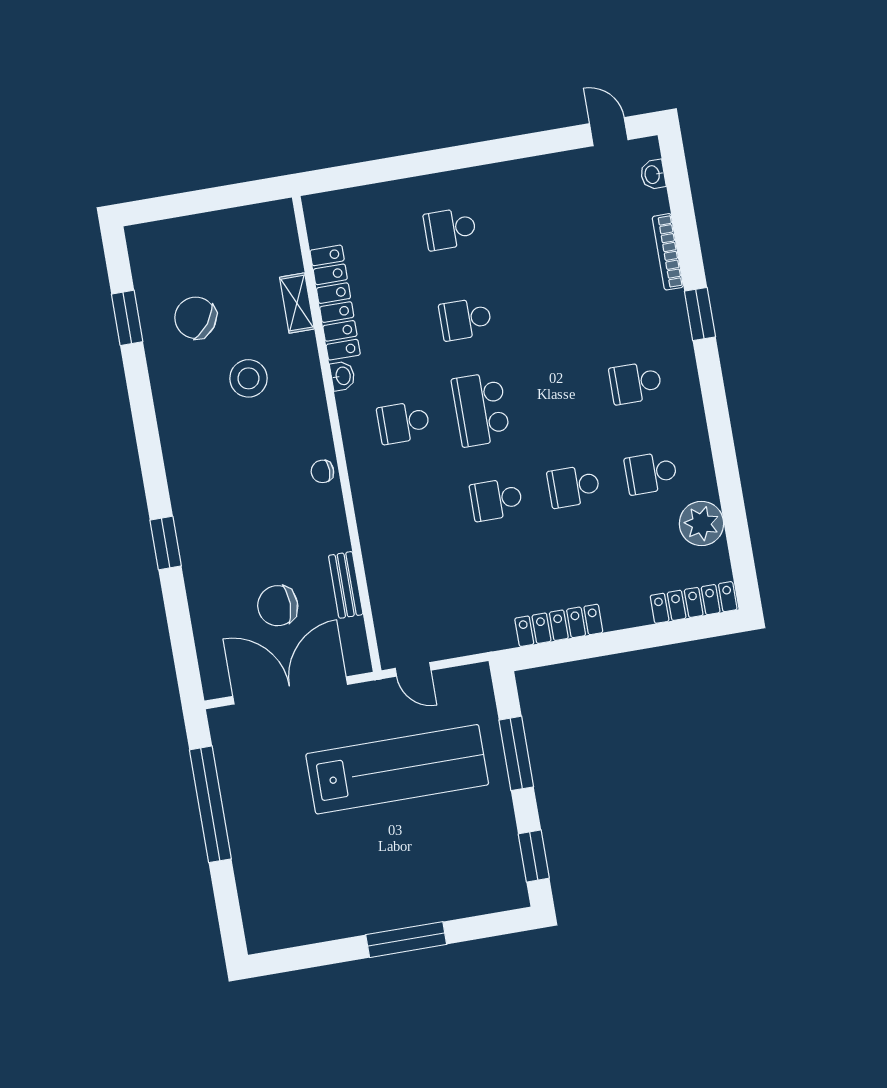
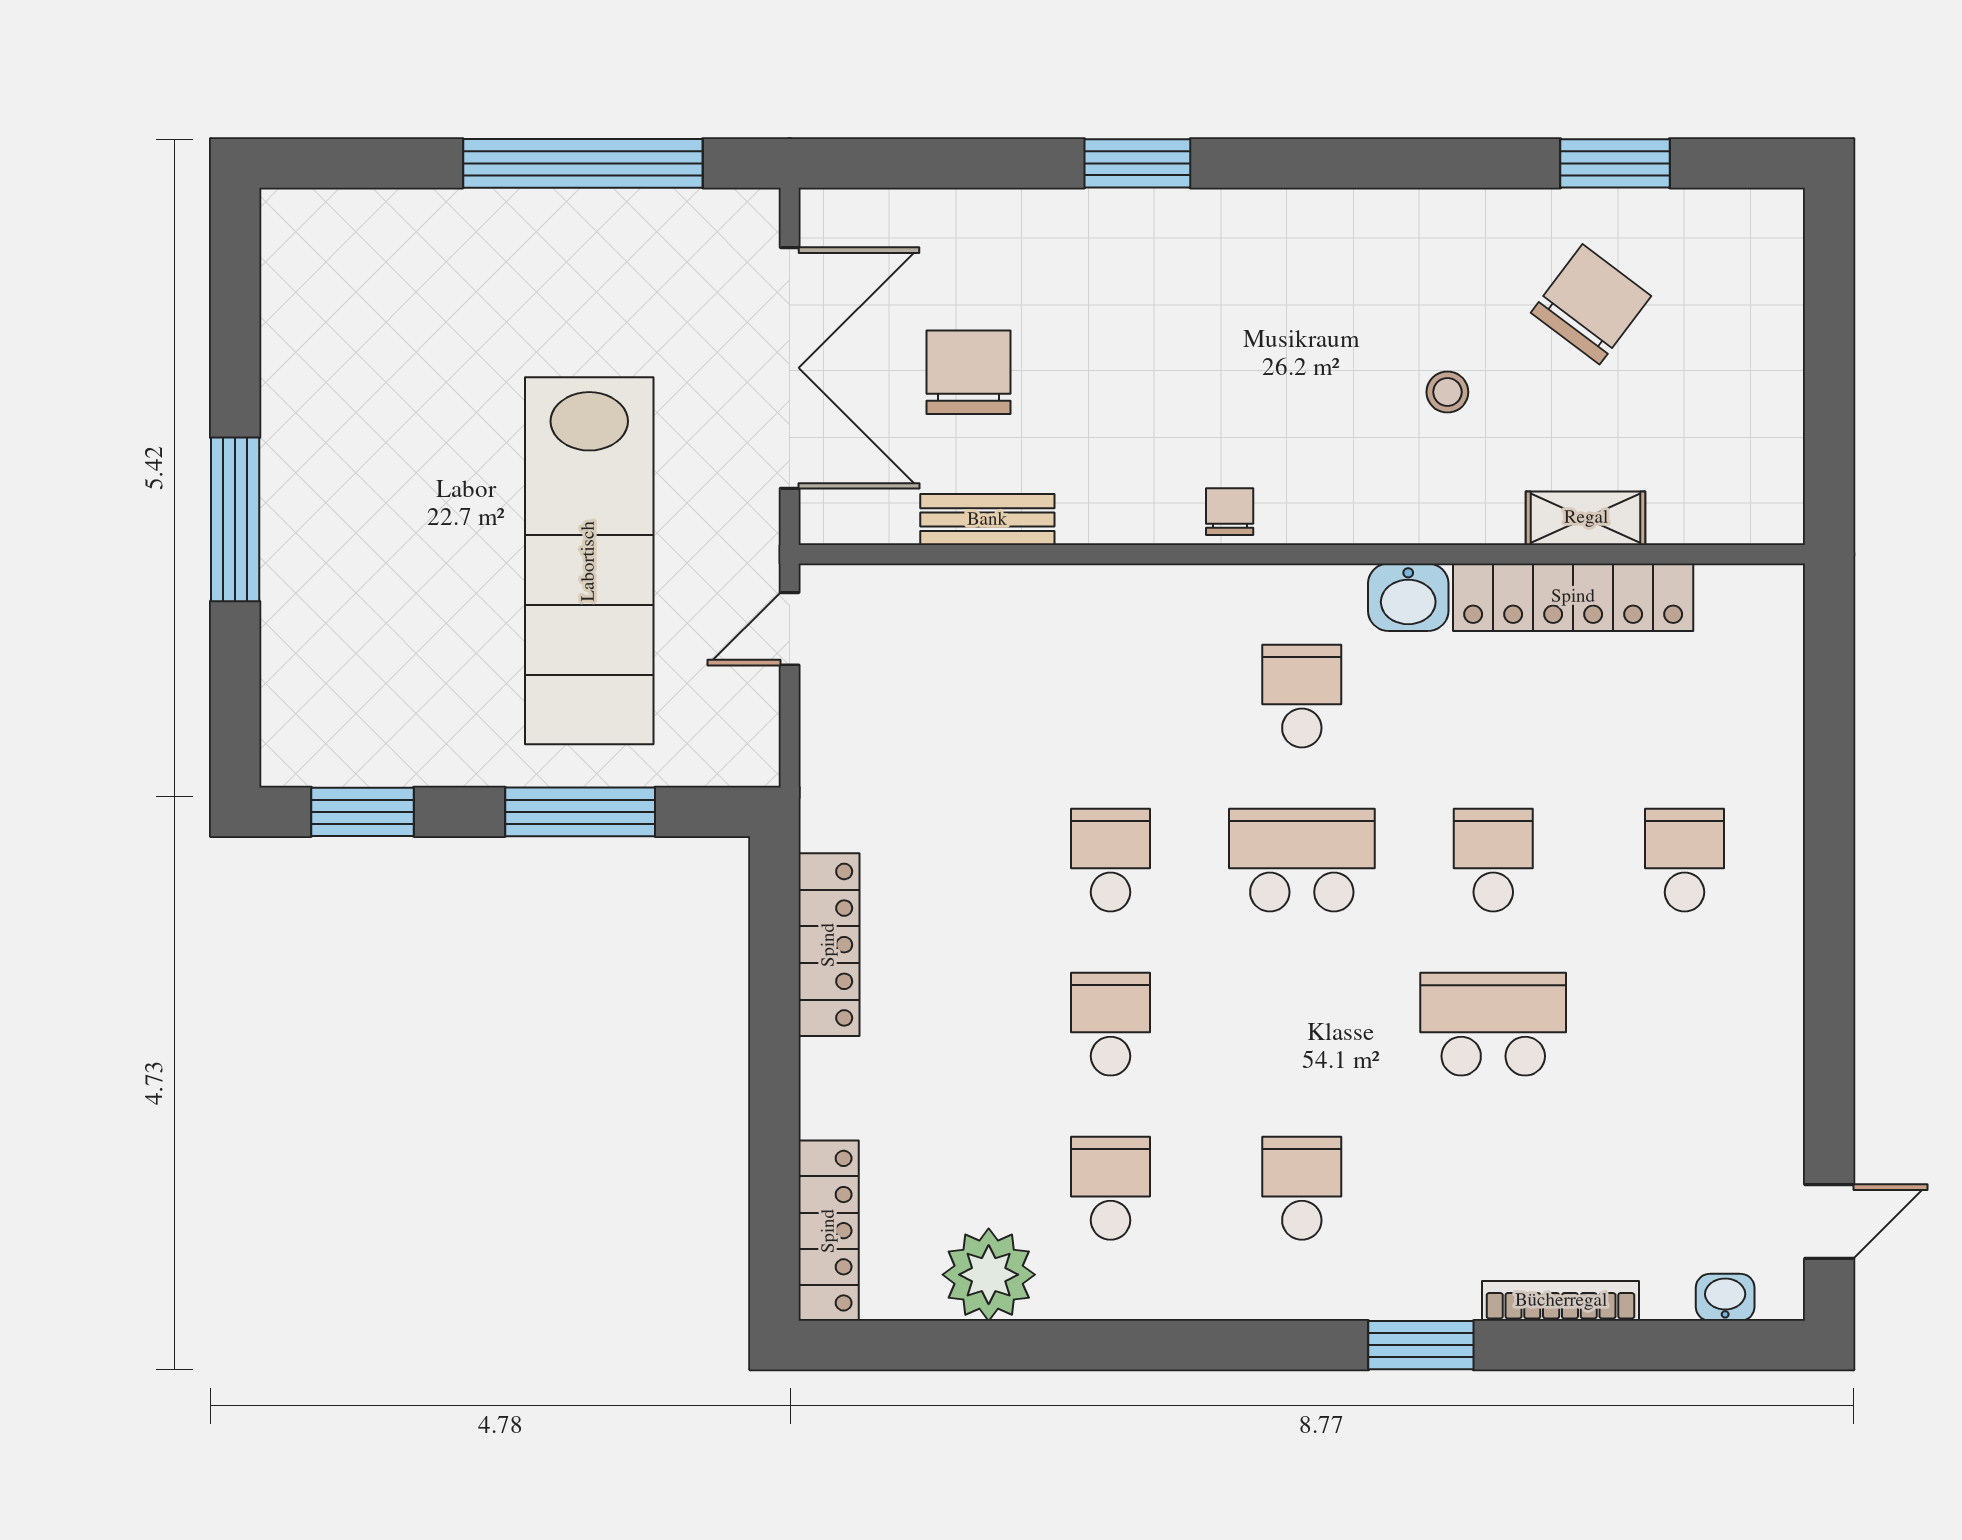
school desk: (543, 306) -> (1493, 1024), added
washbasin: (343, 376) -> (1408, 597), width x1.38, depth x1.45
stool: (248, 378) -> (1447, 392), width x0.53, depth x0.53

